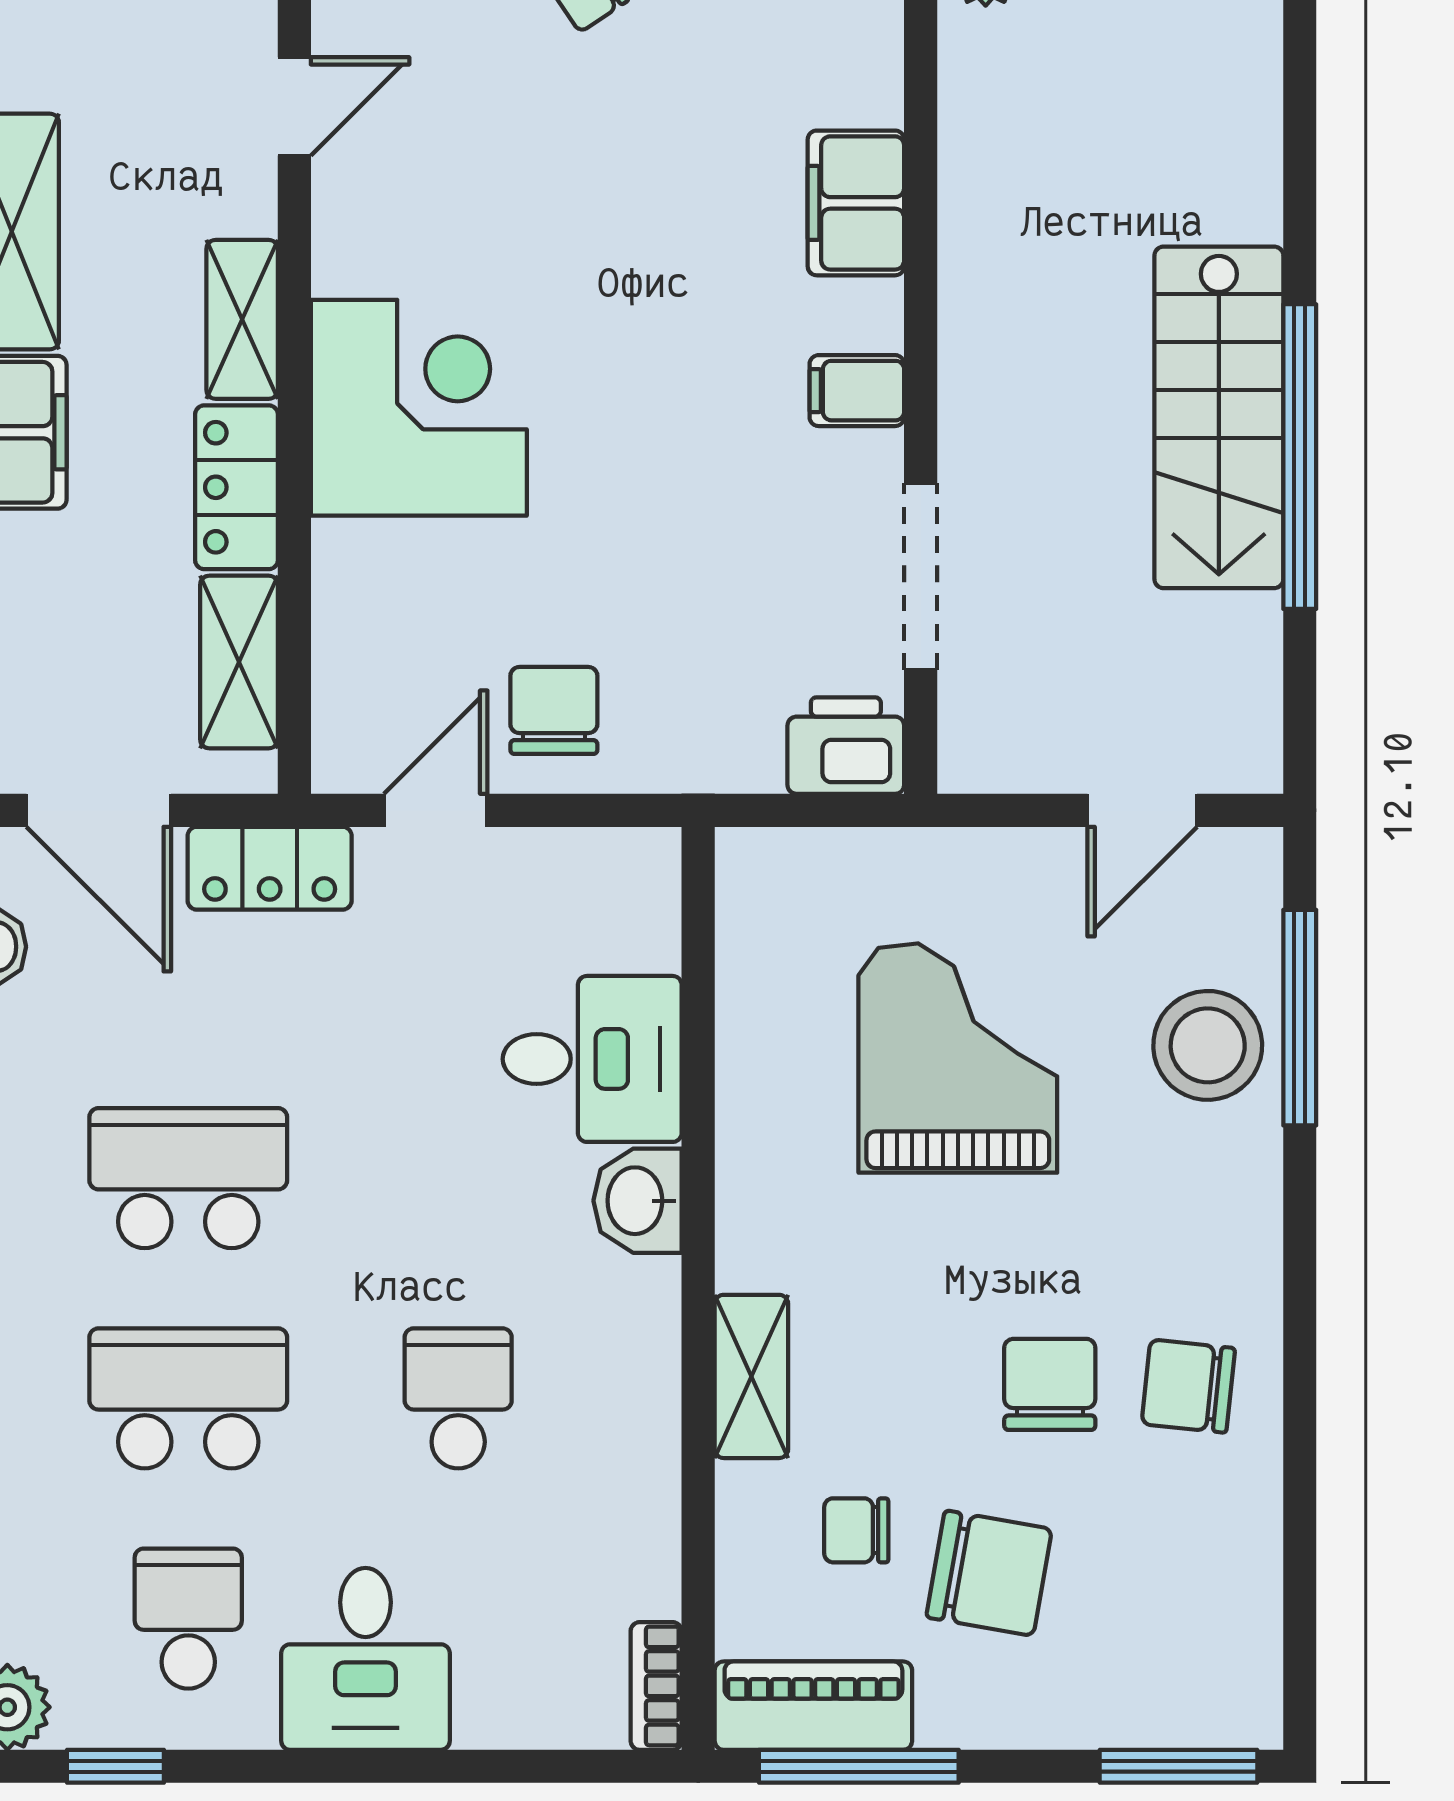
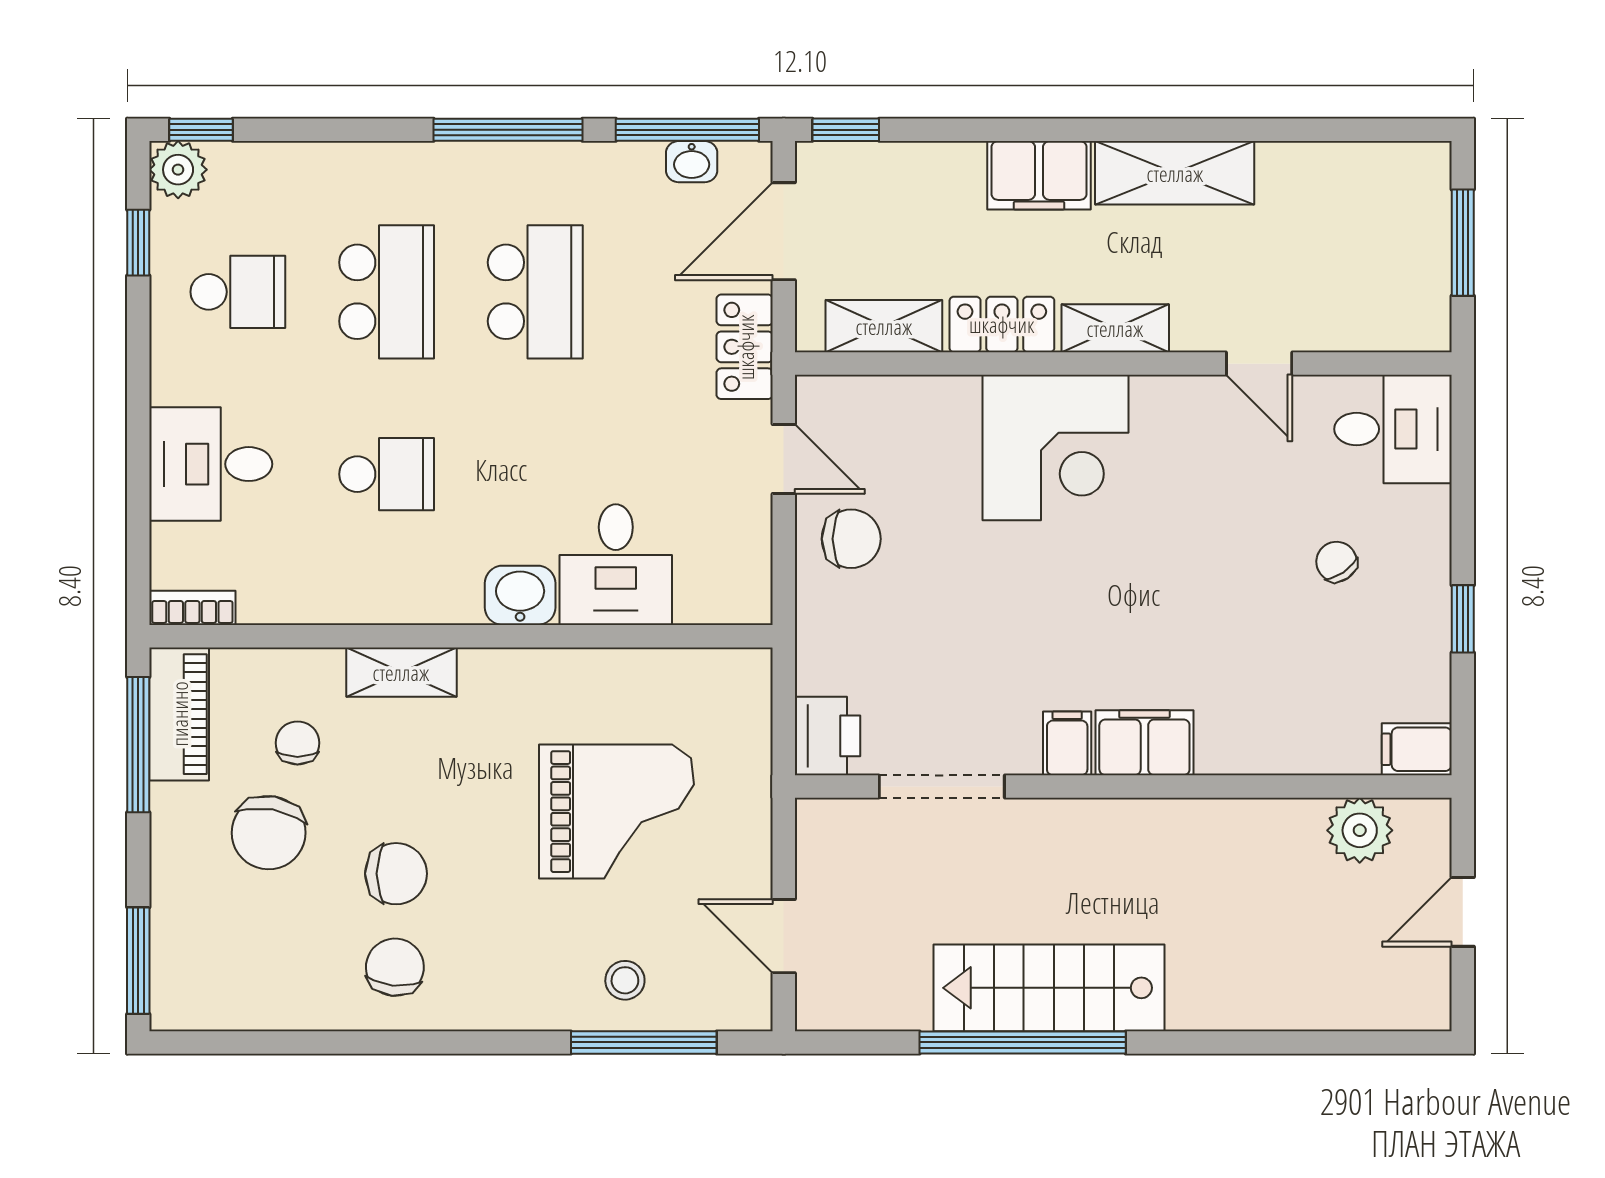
filing cabinet: (856, 203) -> (1144, 743), moved
stool: (1208, 1045) -> (625, 980), width x0.53, depth x0.53
desk: (365, 1659) -> (211, 464), moved

